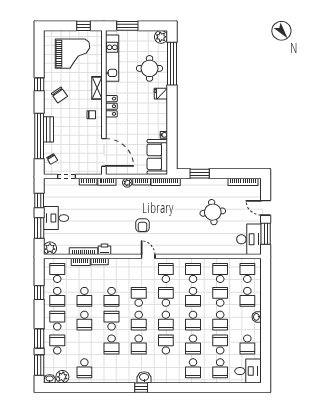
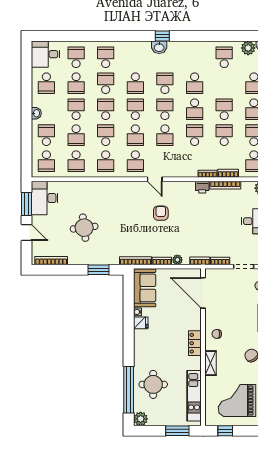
fridge: (161, 94) -> (141, 323), moved
school desk: (112, 344) -> (195, 83), turned 180
school desk: (247, 344) -> (46, 83), turned 180

